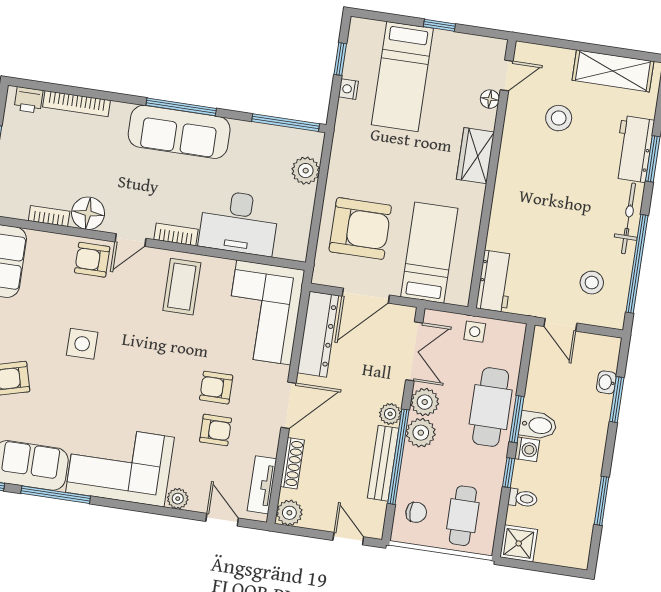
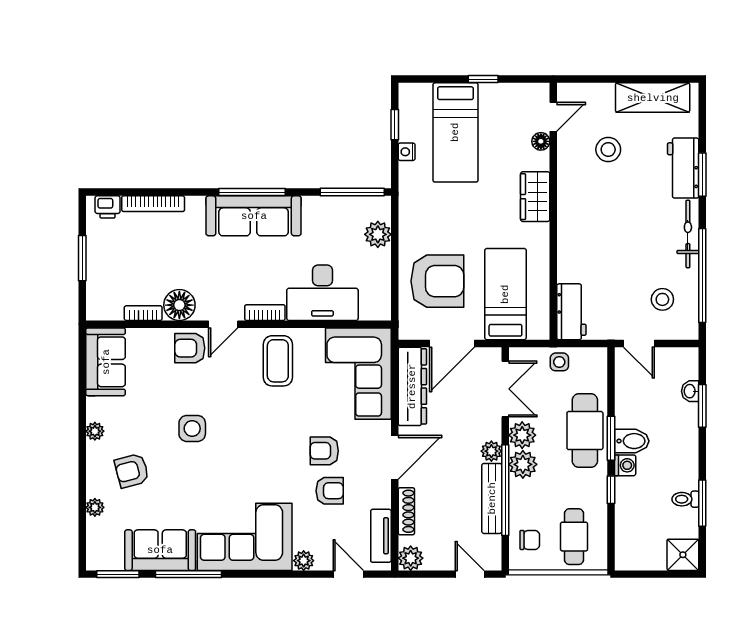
toilet: (523, 498) -> (685, 499), moved, turned 180
shower: (519, 543) -> (683, 555), moved

